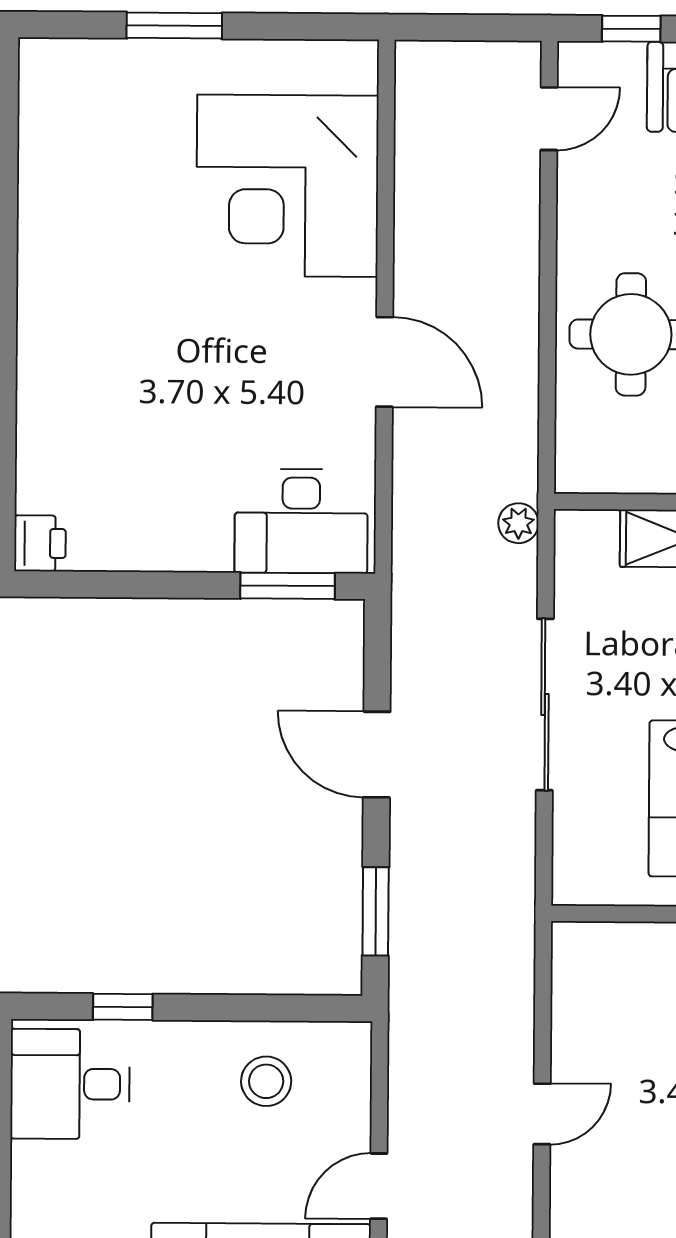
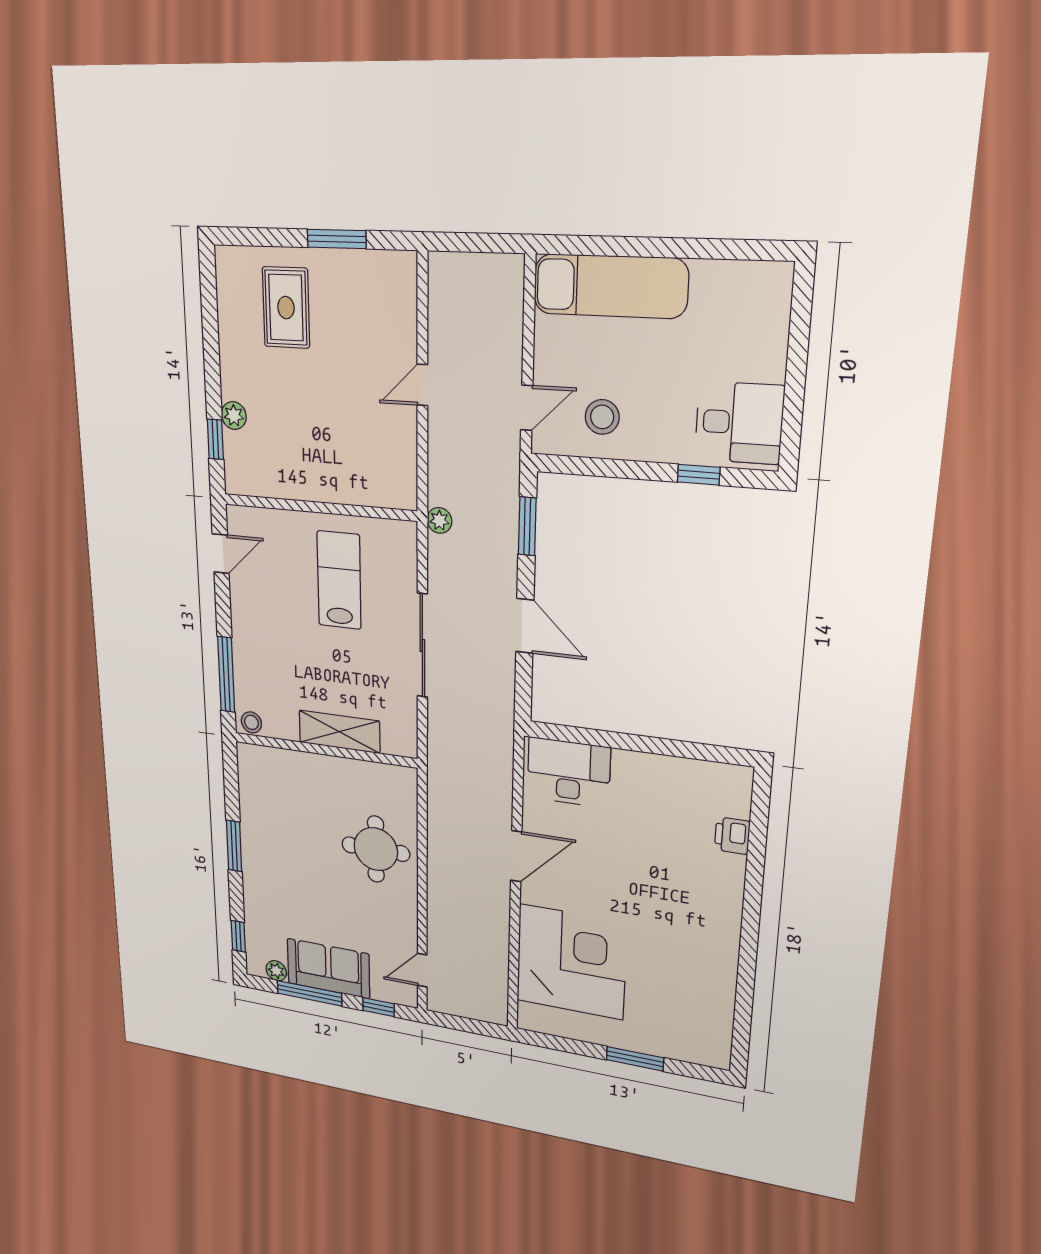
door: (385, 362) -> (516, 856), swing flipped
plant: (518, 523) -> (439, 520), moved
printer: (40, 543) -> (732, 836), moved
window: (288, 586) -> (578, 735), removed
door: (379, 1186) -> (527, 408), moved

